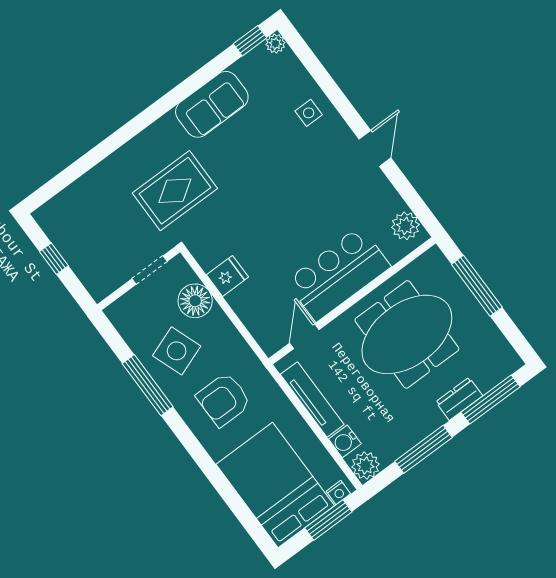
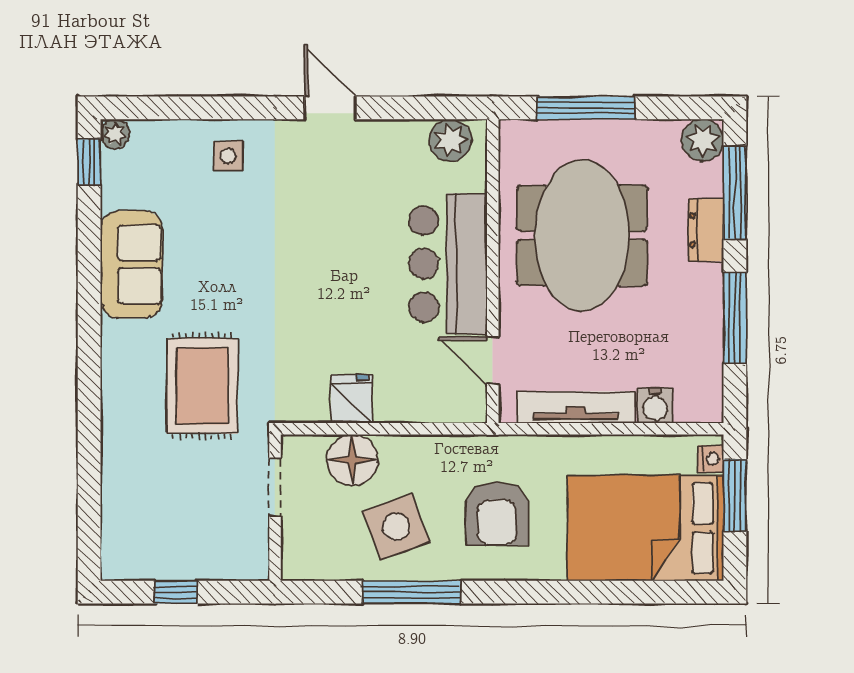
plant: (365, 466) -> (703, 140), moved

